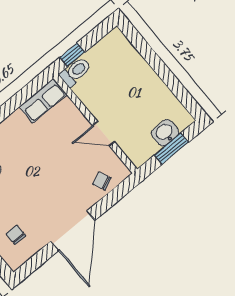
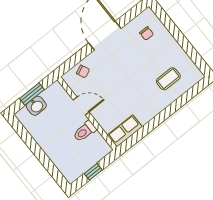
window: (72, 55) -> (93, 172), moved
toilet: (75, 72) -> (85, 131), moved

